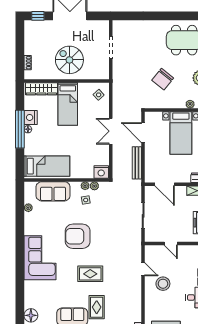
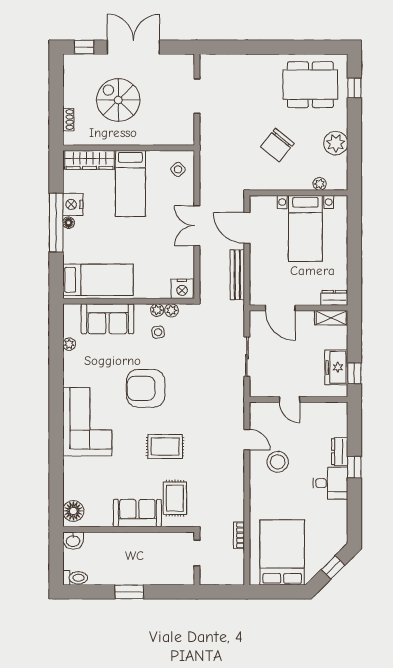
spiral stairs: (69, 60) -> (118, 100), moved

